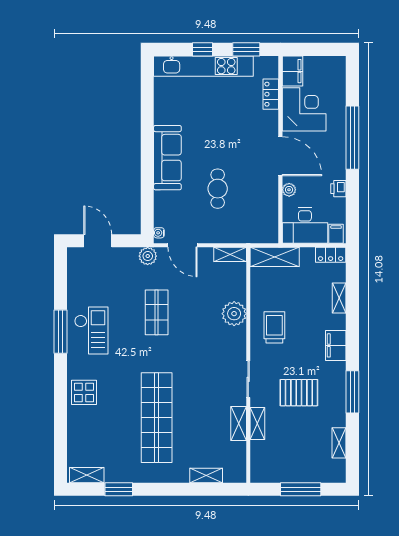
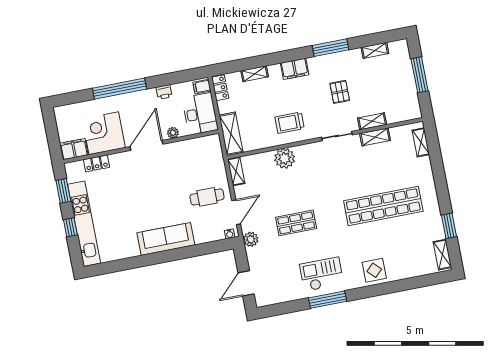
cafe table: (218, 189) -> (207, 197), moved
pallet: (299, 393) -> (340, 92), width x0.67, depth x0.71
shelving: (206, 475) -> (421, 142), moved

